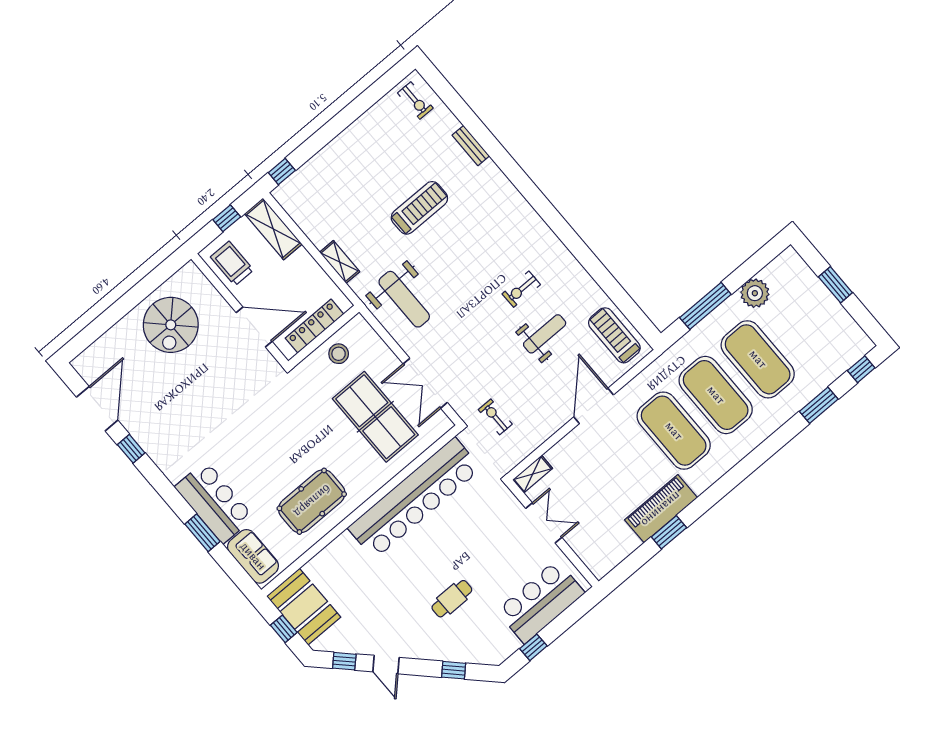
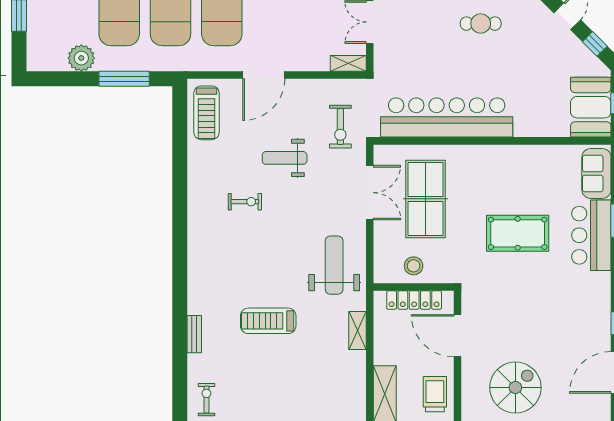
trolley: (232, 263) -> (435, 394), turned 180
weight bench: (545, 334) -> (285, 158), moved
exercise bike: (495, 417) -> (340, 127), width x1.38, depth x1.39
pool table: (312, 501) -> (518, 233), moved

